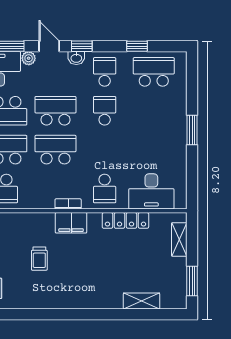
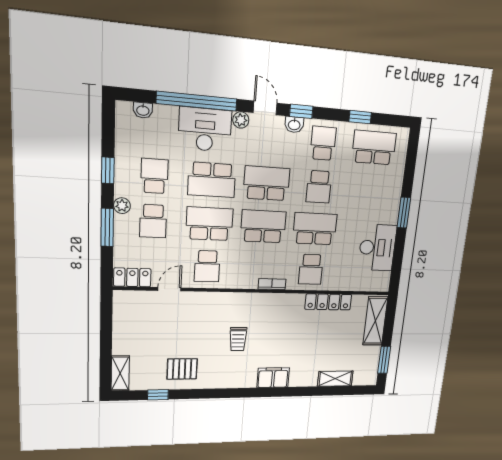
school desk: (105, 111) -> (319, 187), turned 180
school desk: (105, 150) -> (315, 229), added
desk: (151, 191) -> (377, 248), moved, turned -90
filing cabinet: (71, 223) -> (273, 378), moved, turned 180
shelving: (179, 239) -> (375, 321), width x1.50, depth x1.33

